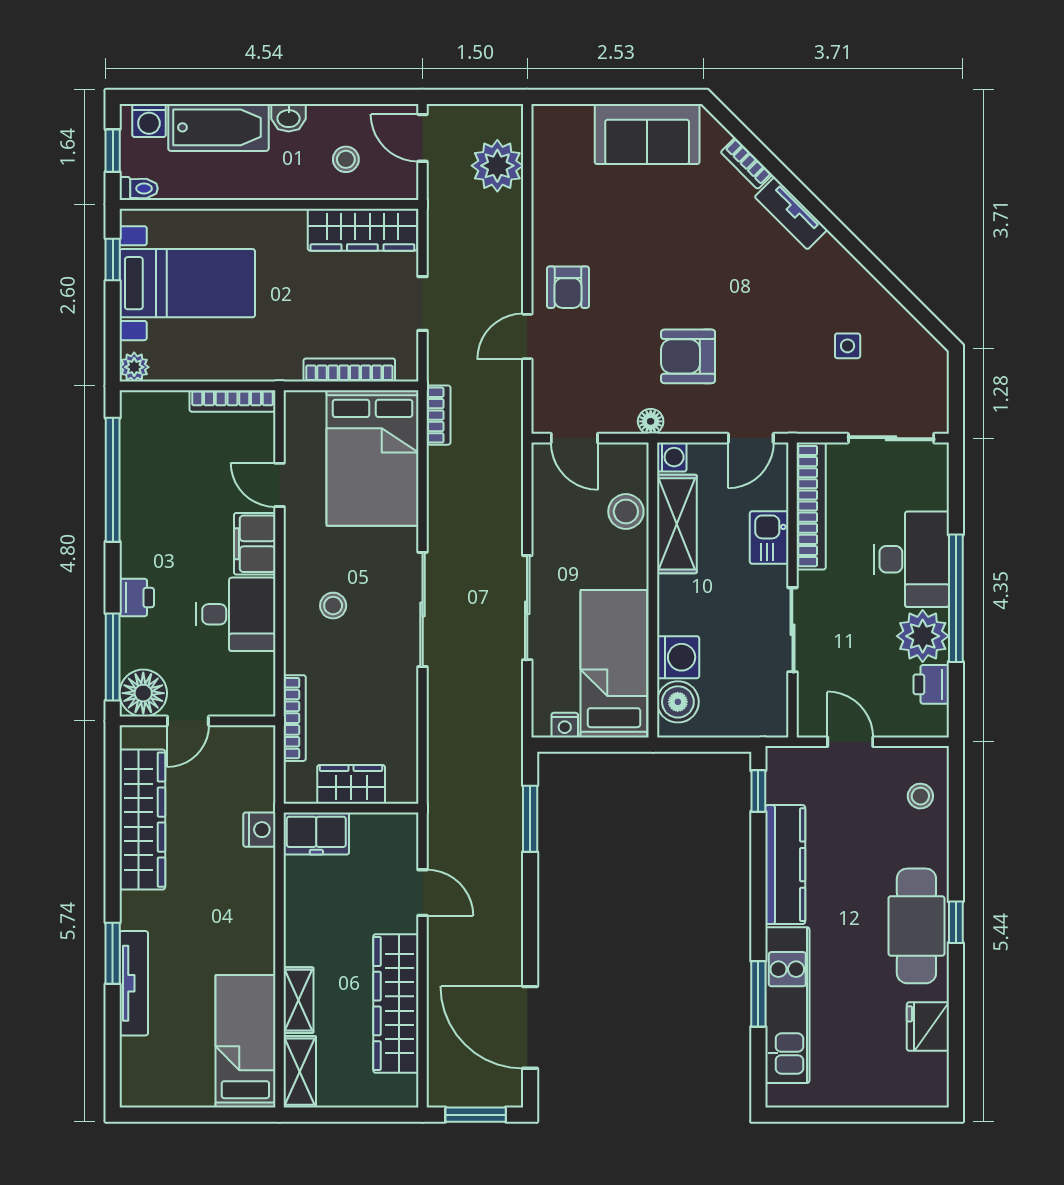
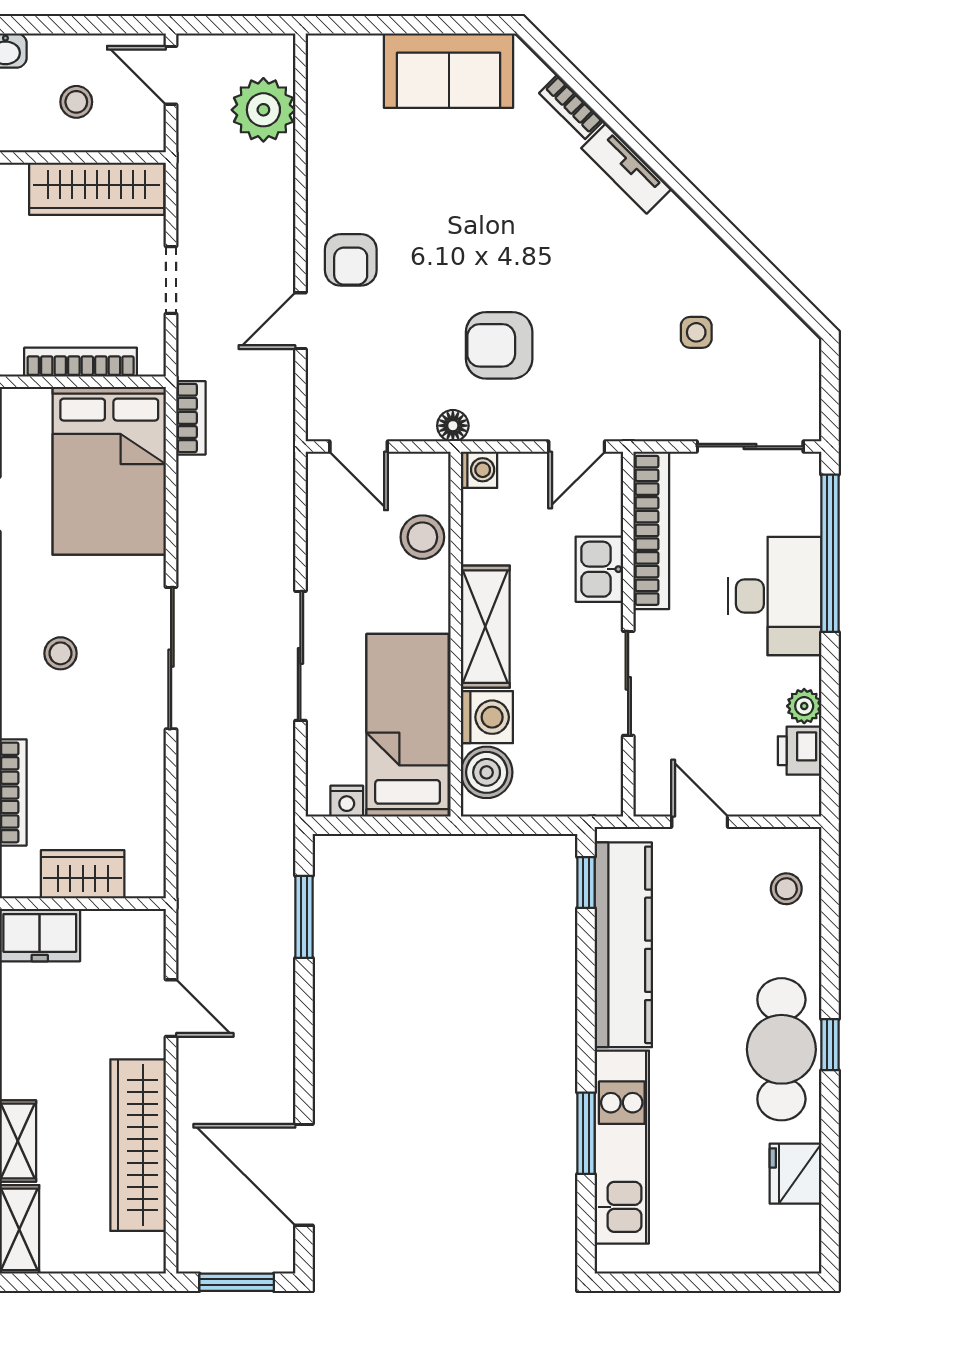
shelving: (677, 524) -> (485, 627), moved
window: (956, 598) -> (830, 553), moved
plant: (923, 636) -> (804, 706), width x0.53, depth x0.53
kitchen counter: (785, 865) -> (623, 945), width x1.39, depth x1.17

